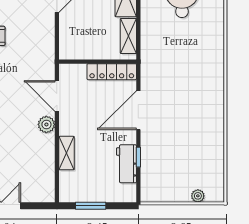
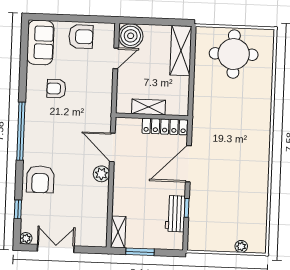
shelving: (128, 36) -> (149, 107), moved, turned 90
shelving: (67, 153) -> (118, 232), moved

